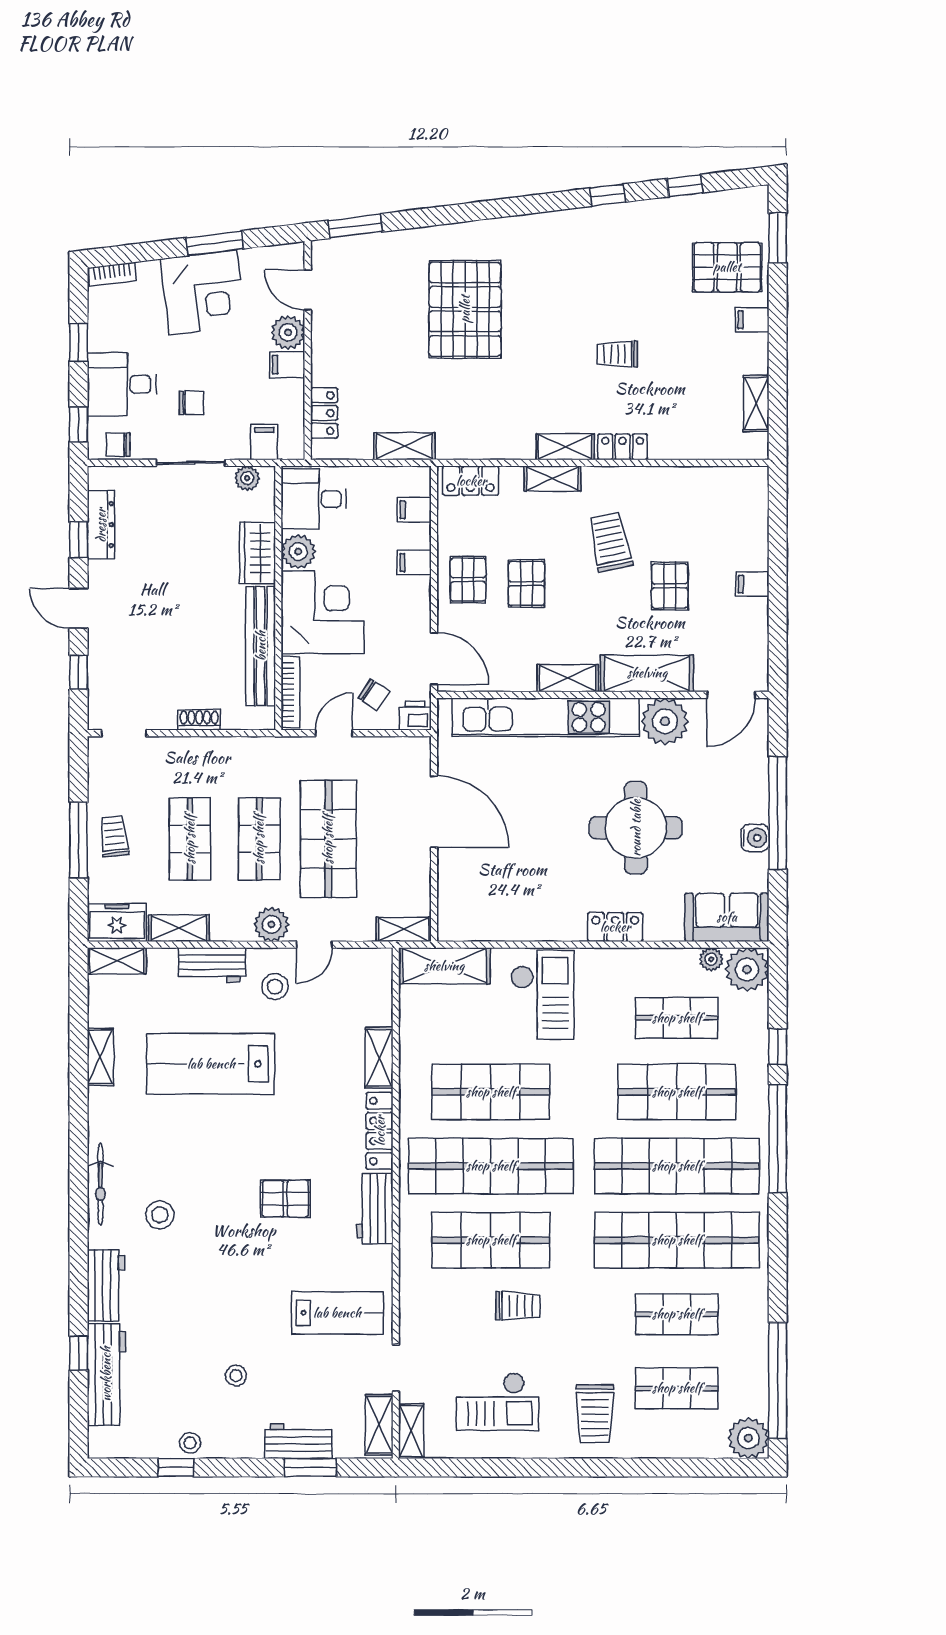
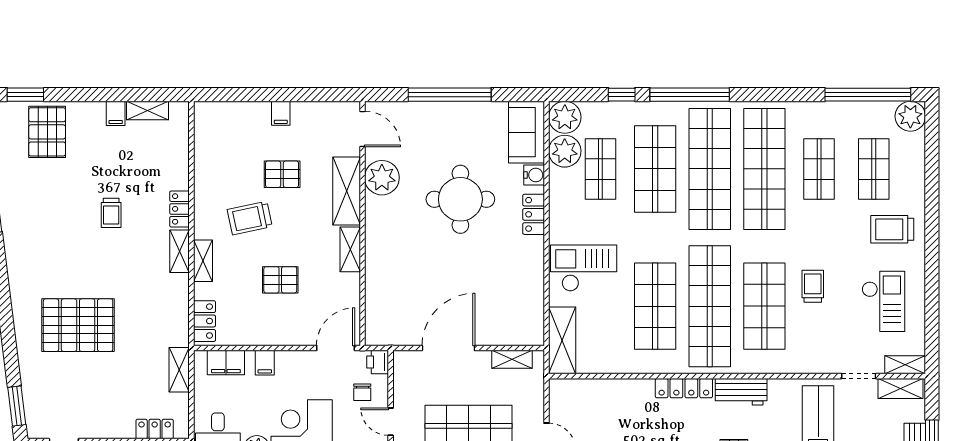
filing cabinet: (752, 320) -> (116, 113), moved
filing cabinet: (414, 510) -> (226, 363), width x2.00
pallet: (468, 580) -> (277, 323), removed
chair: (374, 695) -> (362, 392), turned 146
kitchen unit: (546, 717) -> (379, 266), removed
water cooler: (755, 838) -> (534, 175), moved, turned 90
shelving: (404, 929) -> (512, 359), moved, turned 90
plant: (711, 959) -> (565, 151), width x1.88, depth x1.88
shelving: (379, 1058) -> (630, 388), removed
trolley: (595, 1414) -> (892, 229), turned 180

